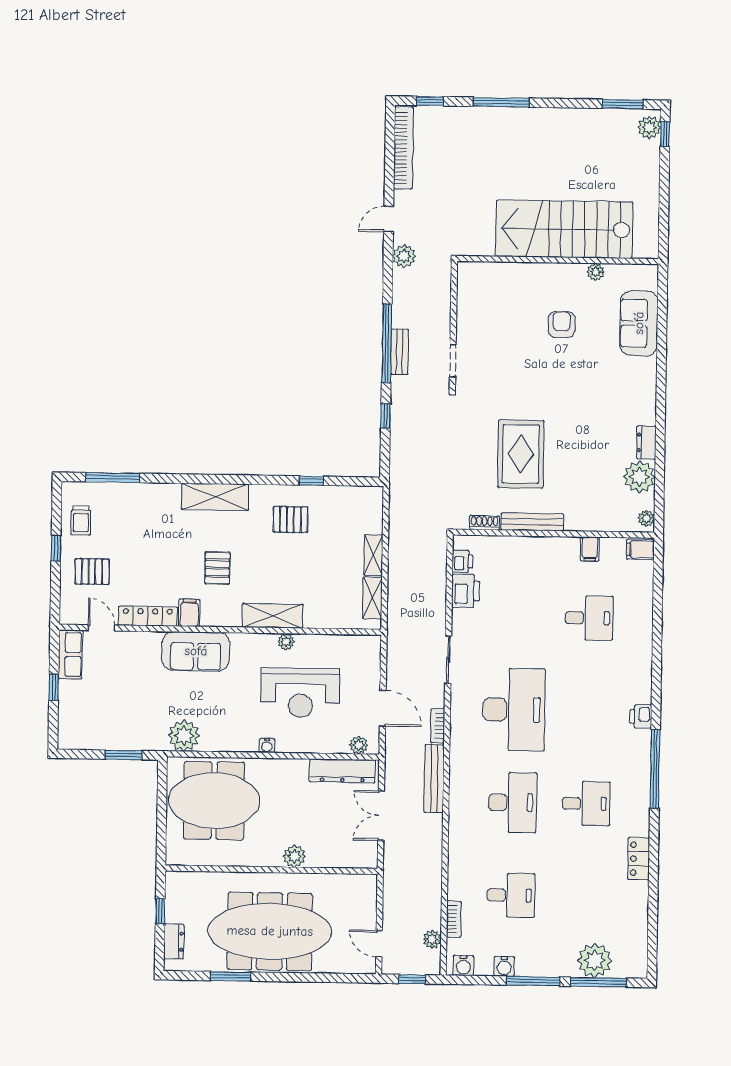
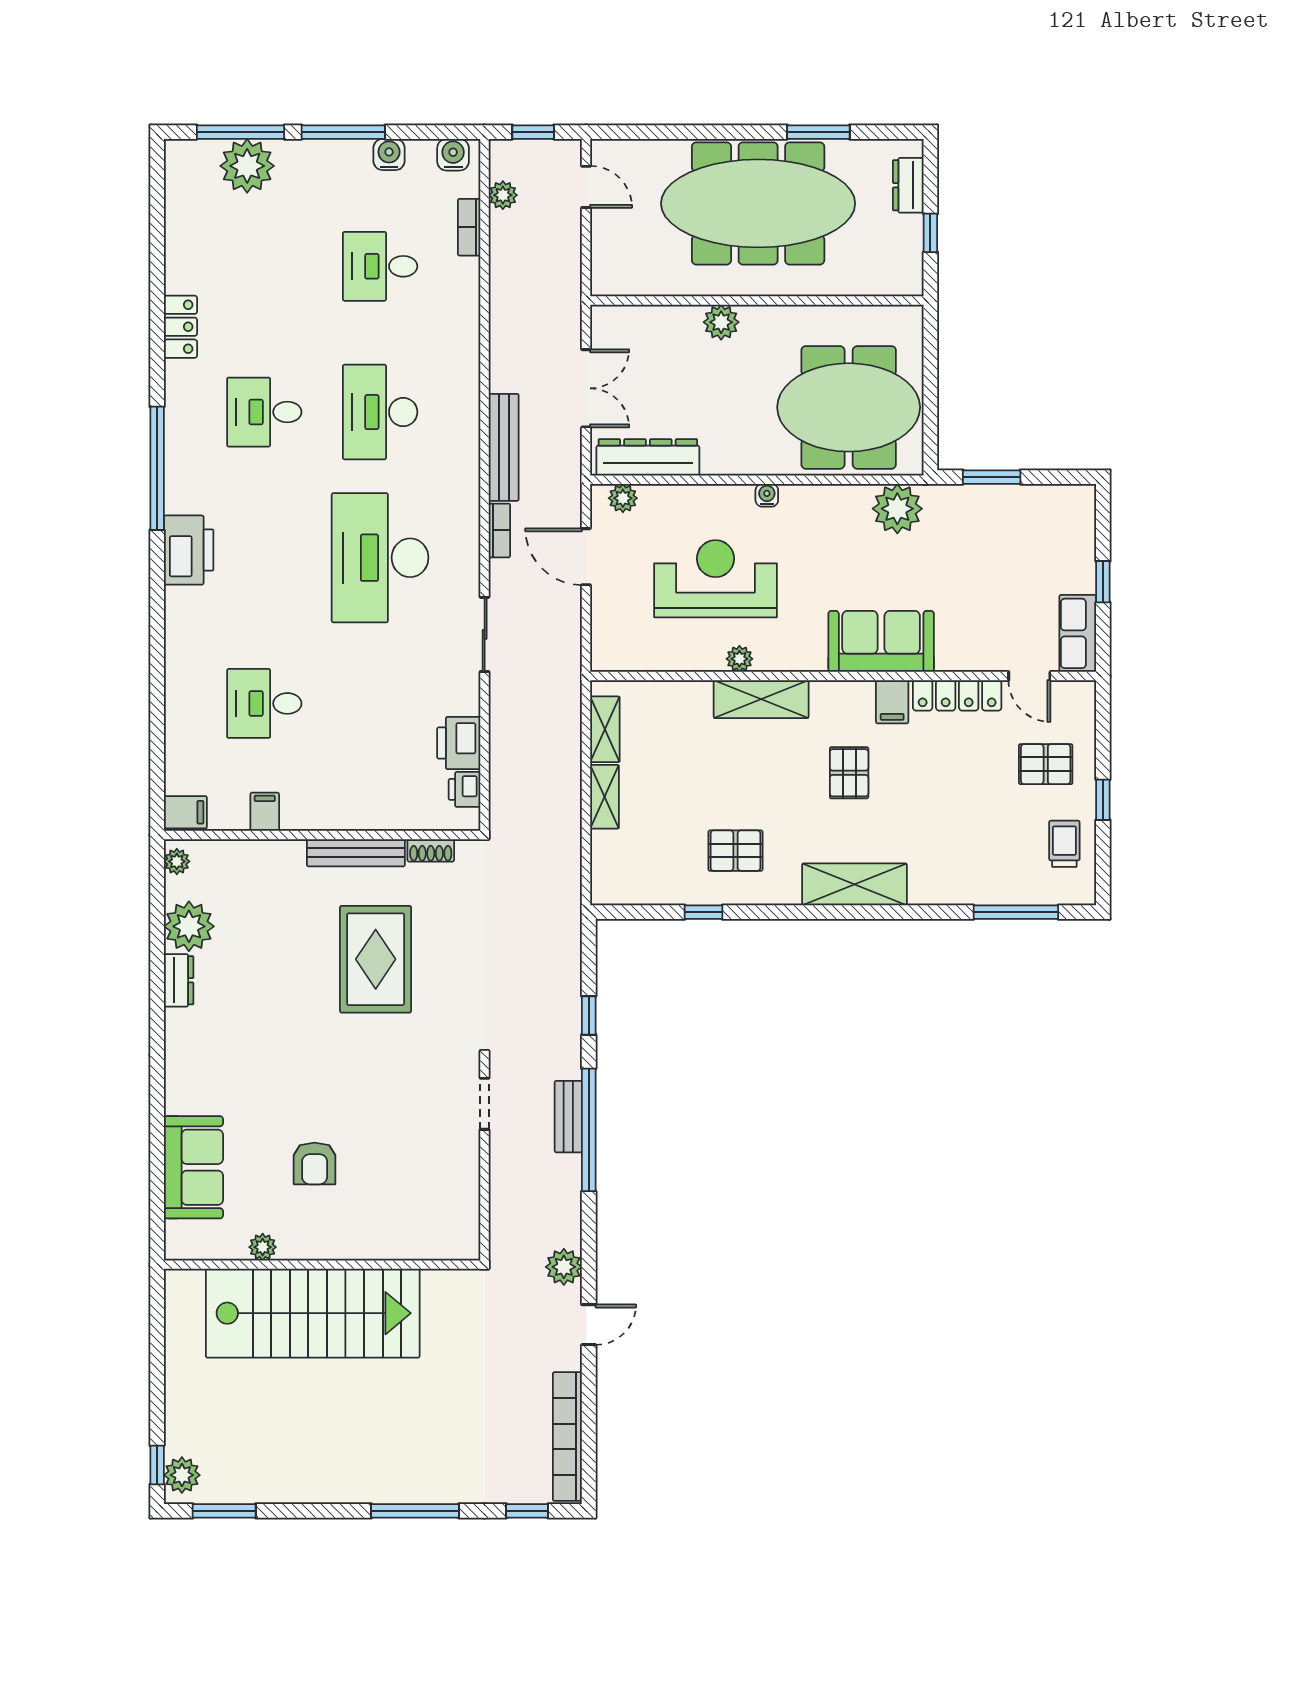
printer: (641, 717) -> (189, 550), width x1.87, depth x1.48

